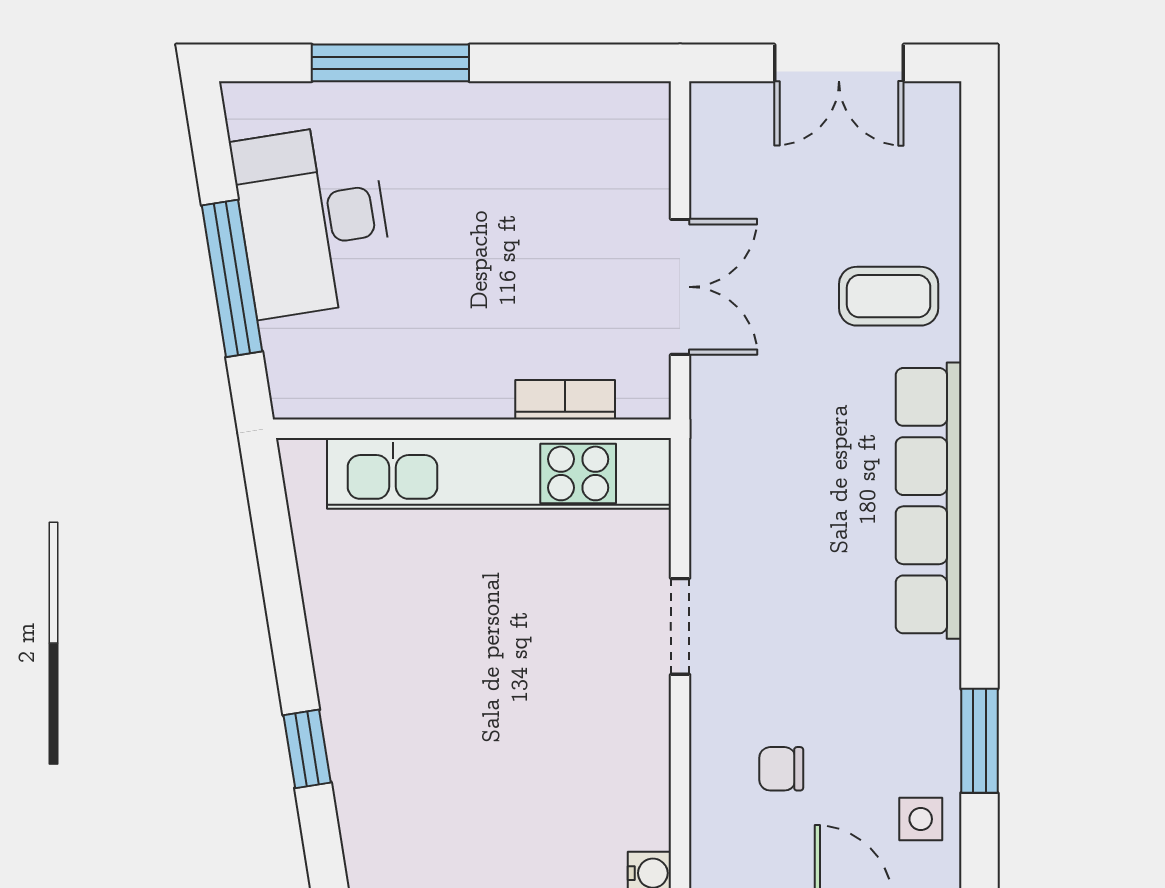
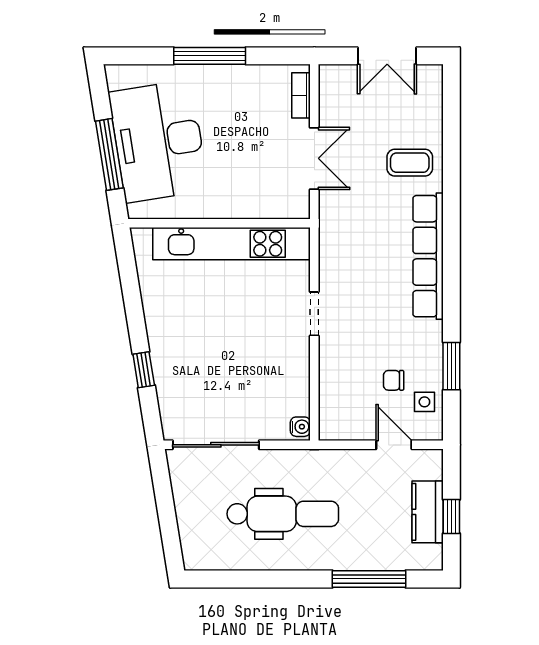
window: (390, 63) -> (210, 56), moved
desk: (313, 220) -> (158, 141), width x1.36, depth x1.30
bookcase: (565, 400) -> (301, 95), moved, turned -90
chair: (781, 769) -> (394, 380), moved

